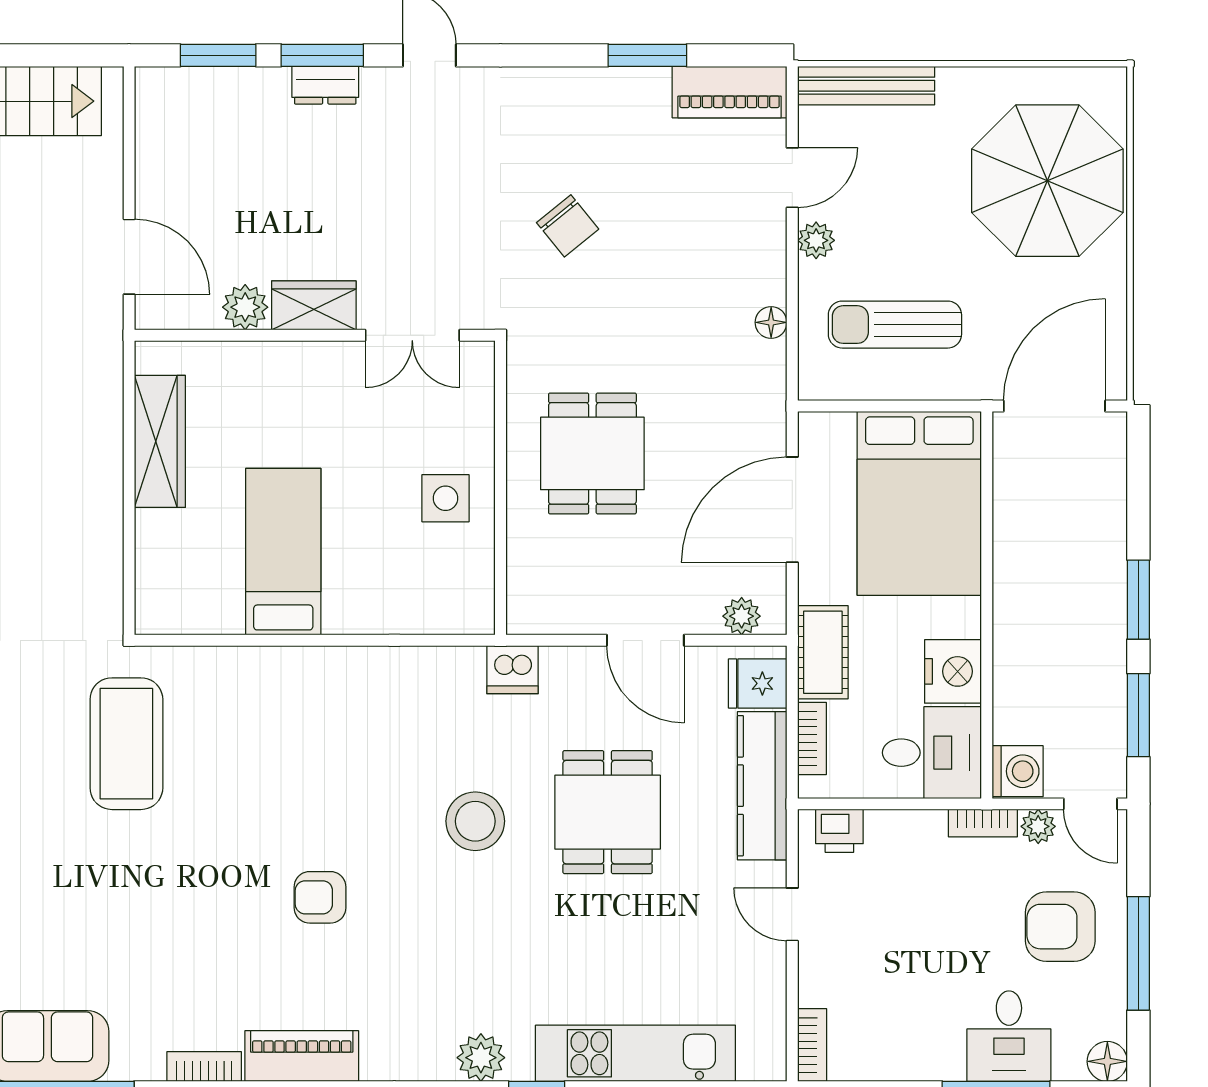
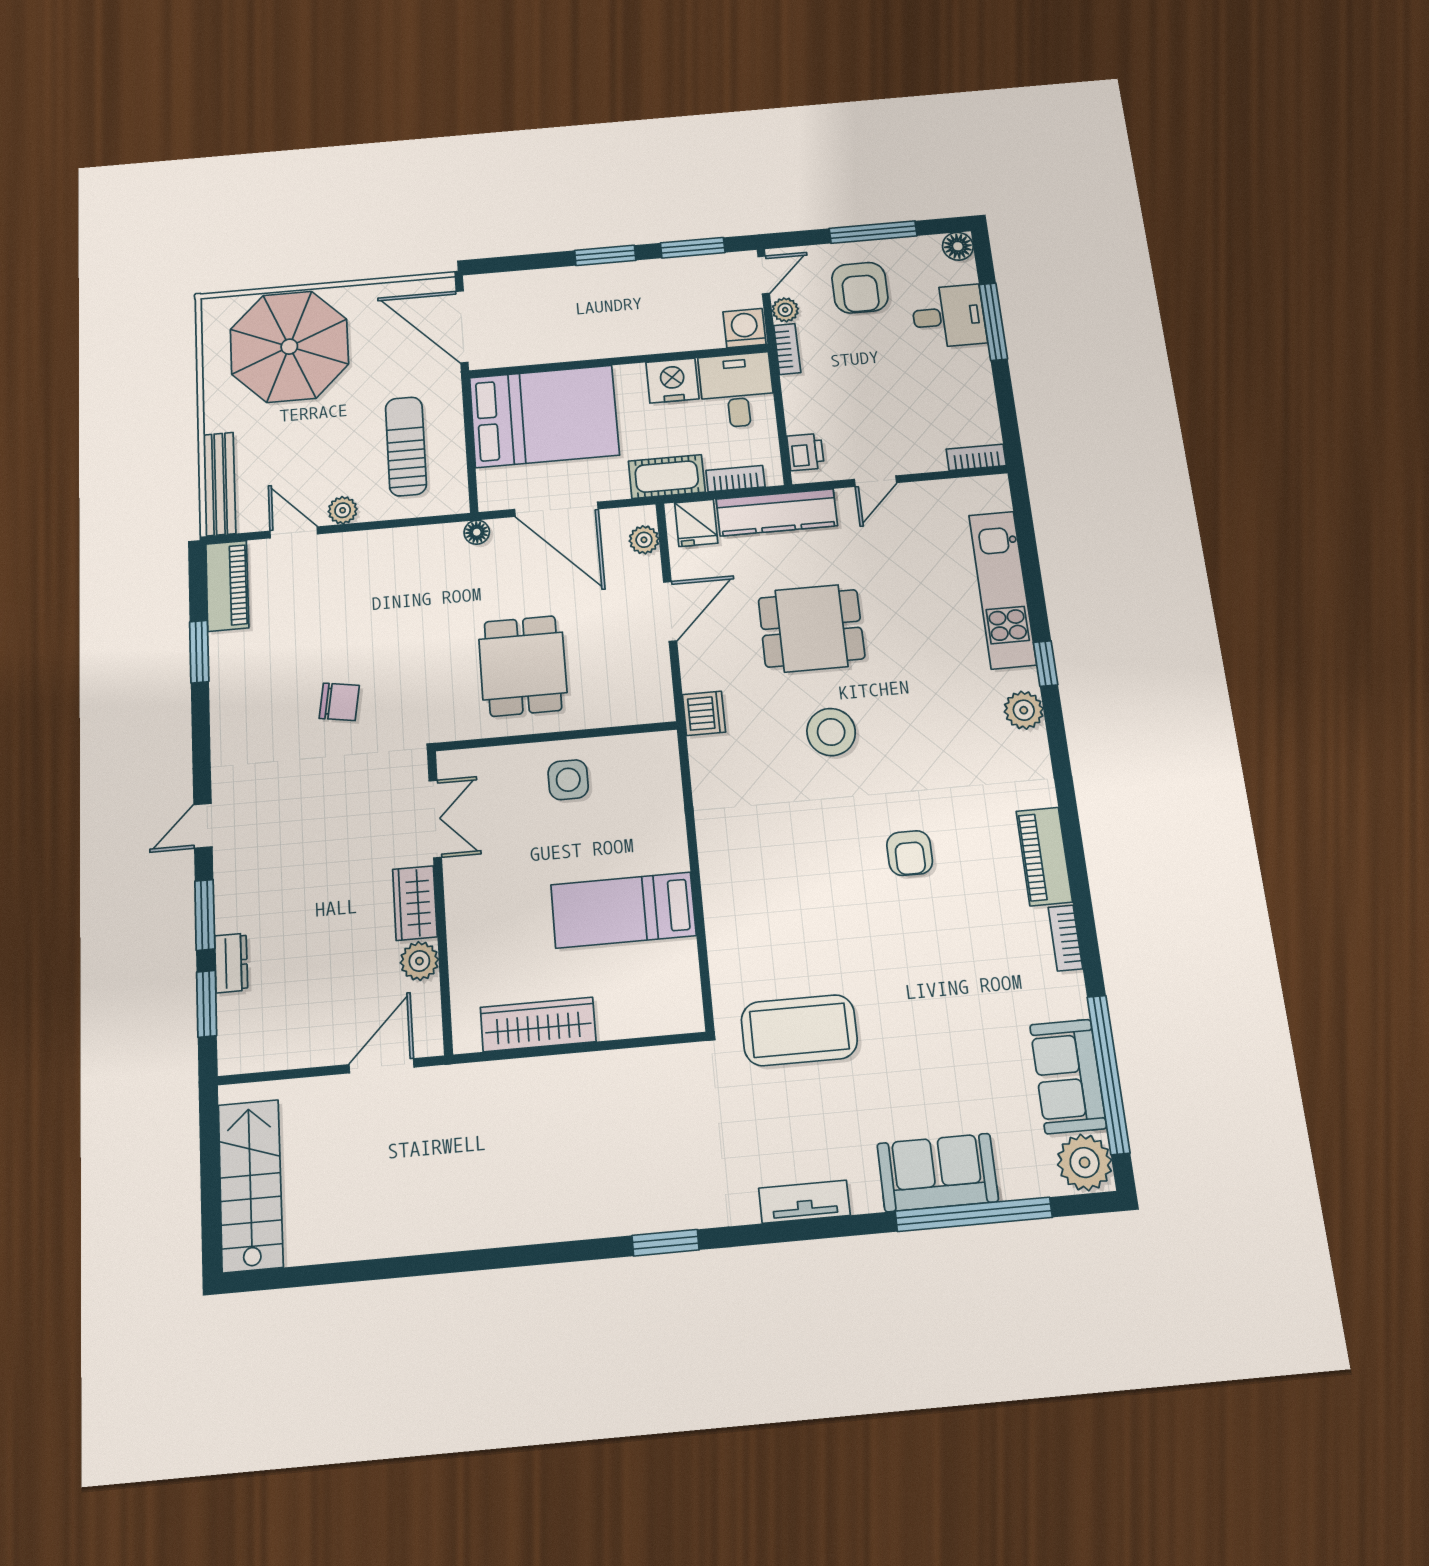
dresser: (325, 85) -> (231, 963), moved
chair: (568, 226) -> (339, 702), turned 48
floor lamp: (771, 322) -> (477, 532), moved
sun lounger: (895, 325) -> (406, 446), turned 180
dining table: (592, 453) -> (523, 666), turned 90

